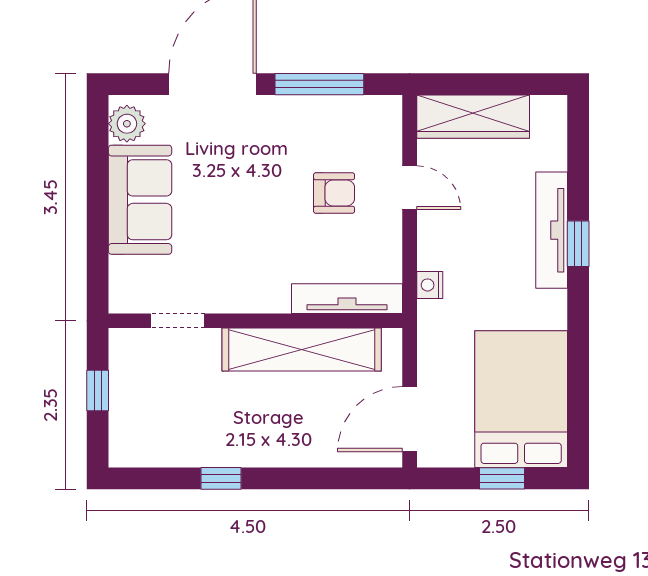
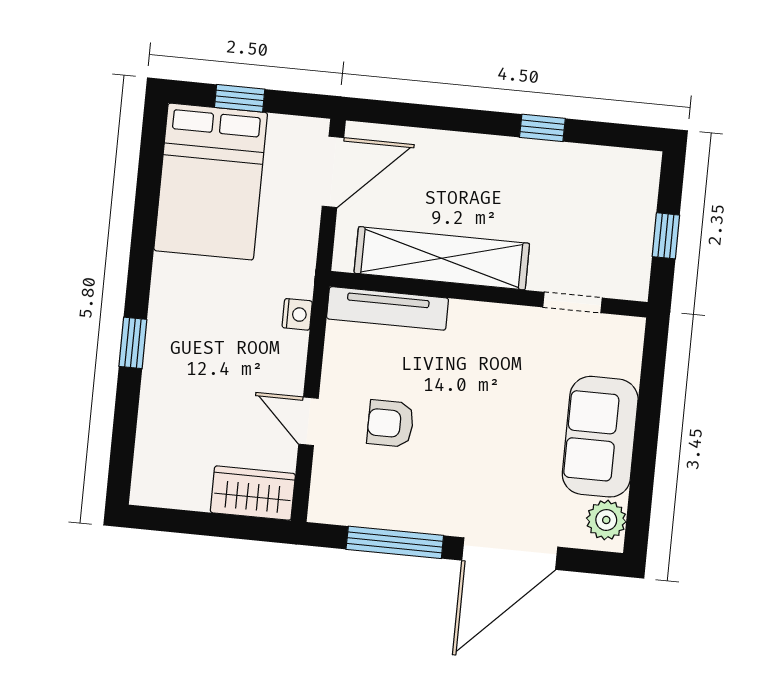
wardrobe: (473, 117) -> (253, 493), width x0.67
tv unit: (552, 230) -> (160, 360), removed

